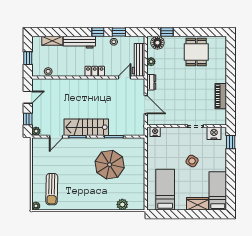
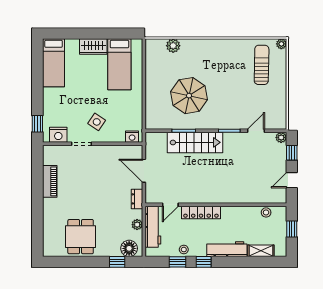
locker: (95, 71) -> (201, 212), width x1.53
stairs: (86, 127) -> (195, 142), moved
side table: (192, 161) -> (97, 122), moved
wardrobe: (197, 204) -> (93, 47), moved

